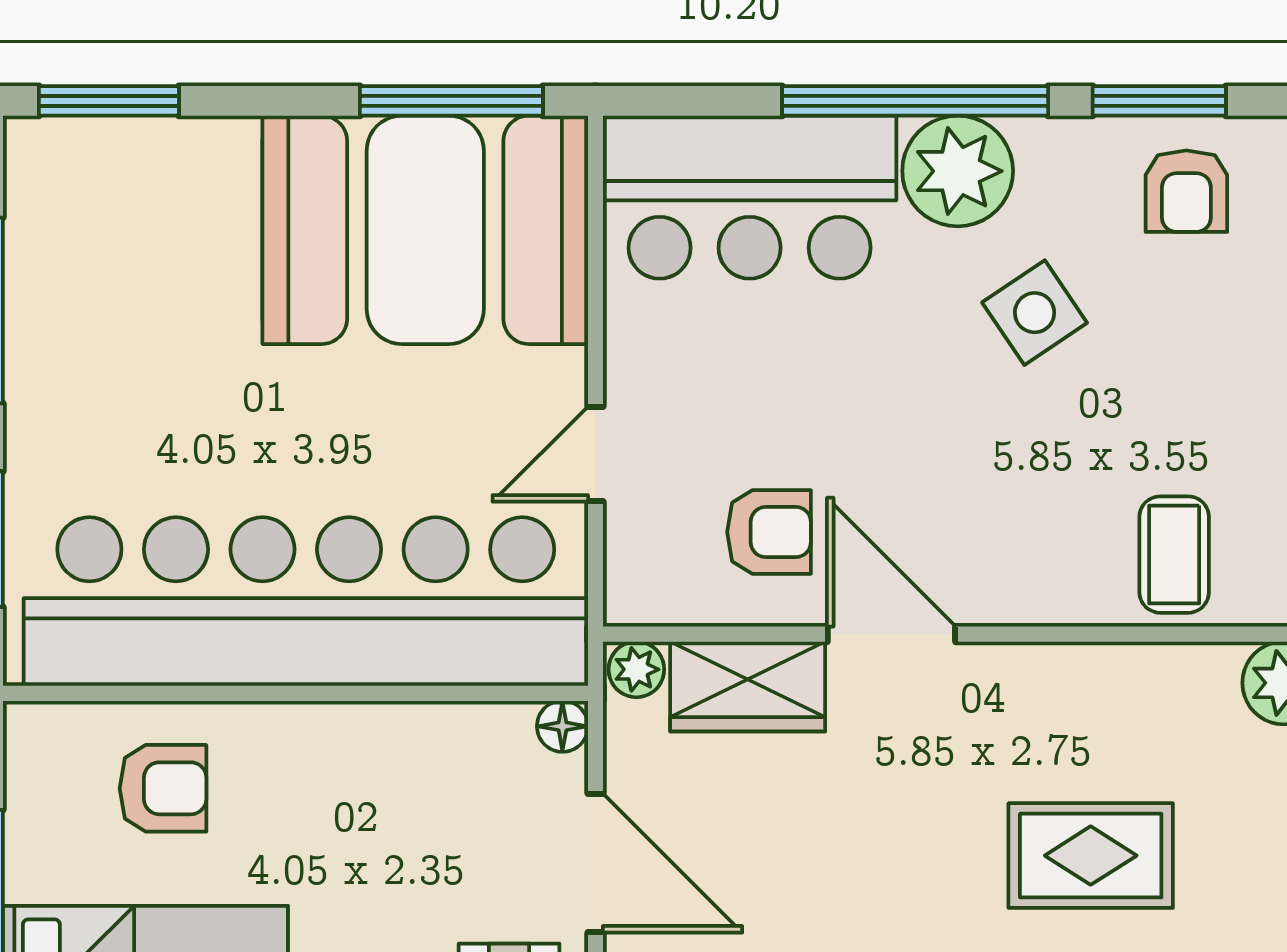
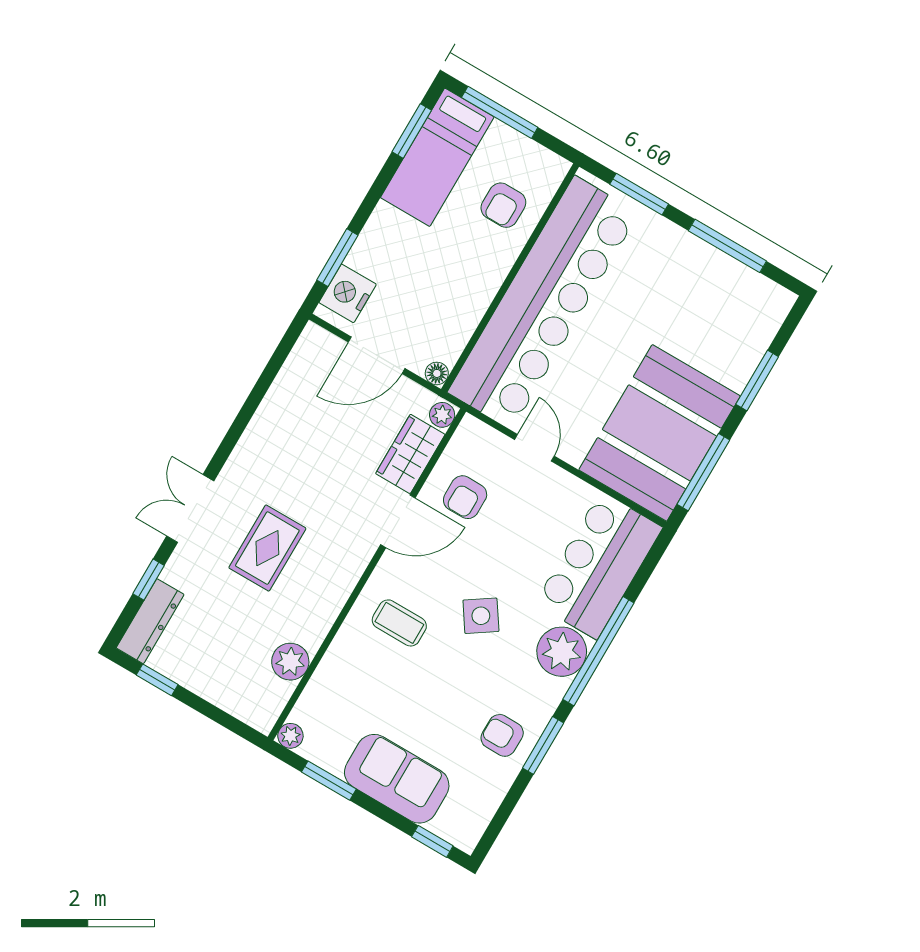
window: (109, 101) -> (757, 381), moved
side table: (1035, 313) -> (481, 616), moved
coffee table: (1174, 555) -> (399, 623), moved

